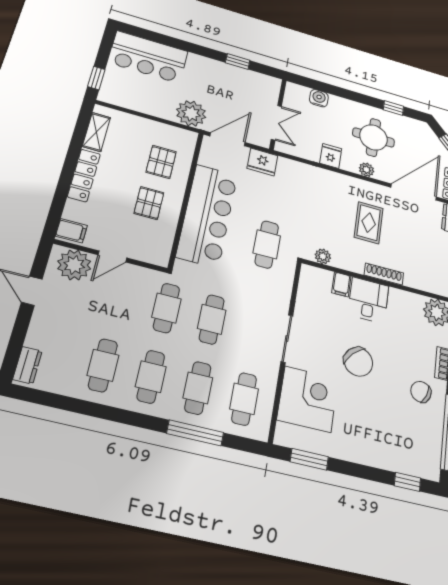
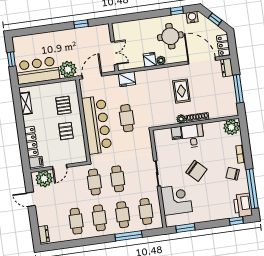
bar counter: (148, 57) -> (38, 70), moved, turned 180
window: (96, 78) -> (11, 59), moved
water cooler: (319, 98) -> (192, 17), moved
fridge: (262, 162) -> (127, 79), moved
plant: (366, 170) -> (161, 60), moved
locker: (84, 175) -> (31, 141), moved
door: (414, 192) -> (202, 61), hinge flipped
cafe table: (267, 244) -> (127, 118), moved
plant: (323, 256) -> (181, 119), moved
printer: (426, 456) -> (243, 205), added

